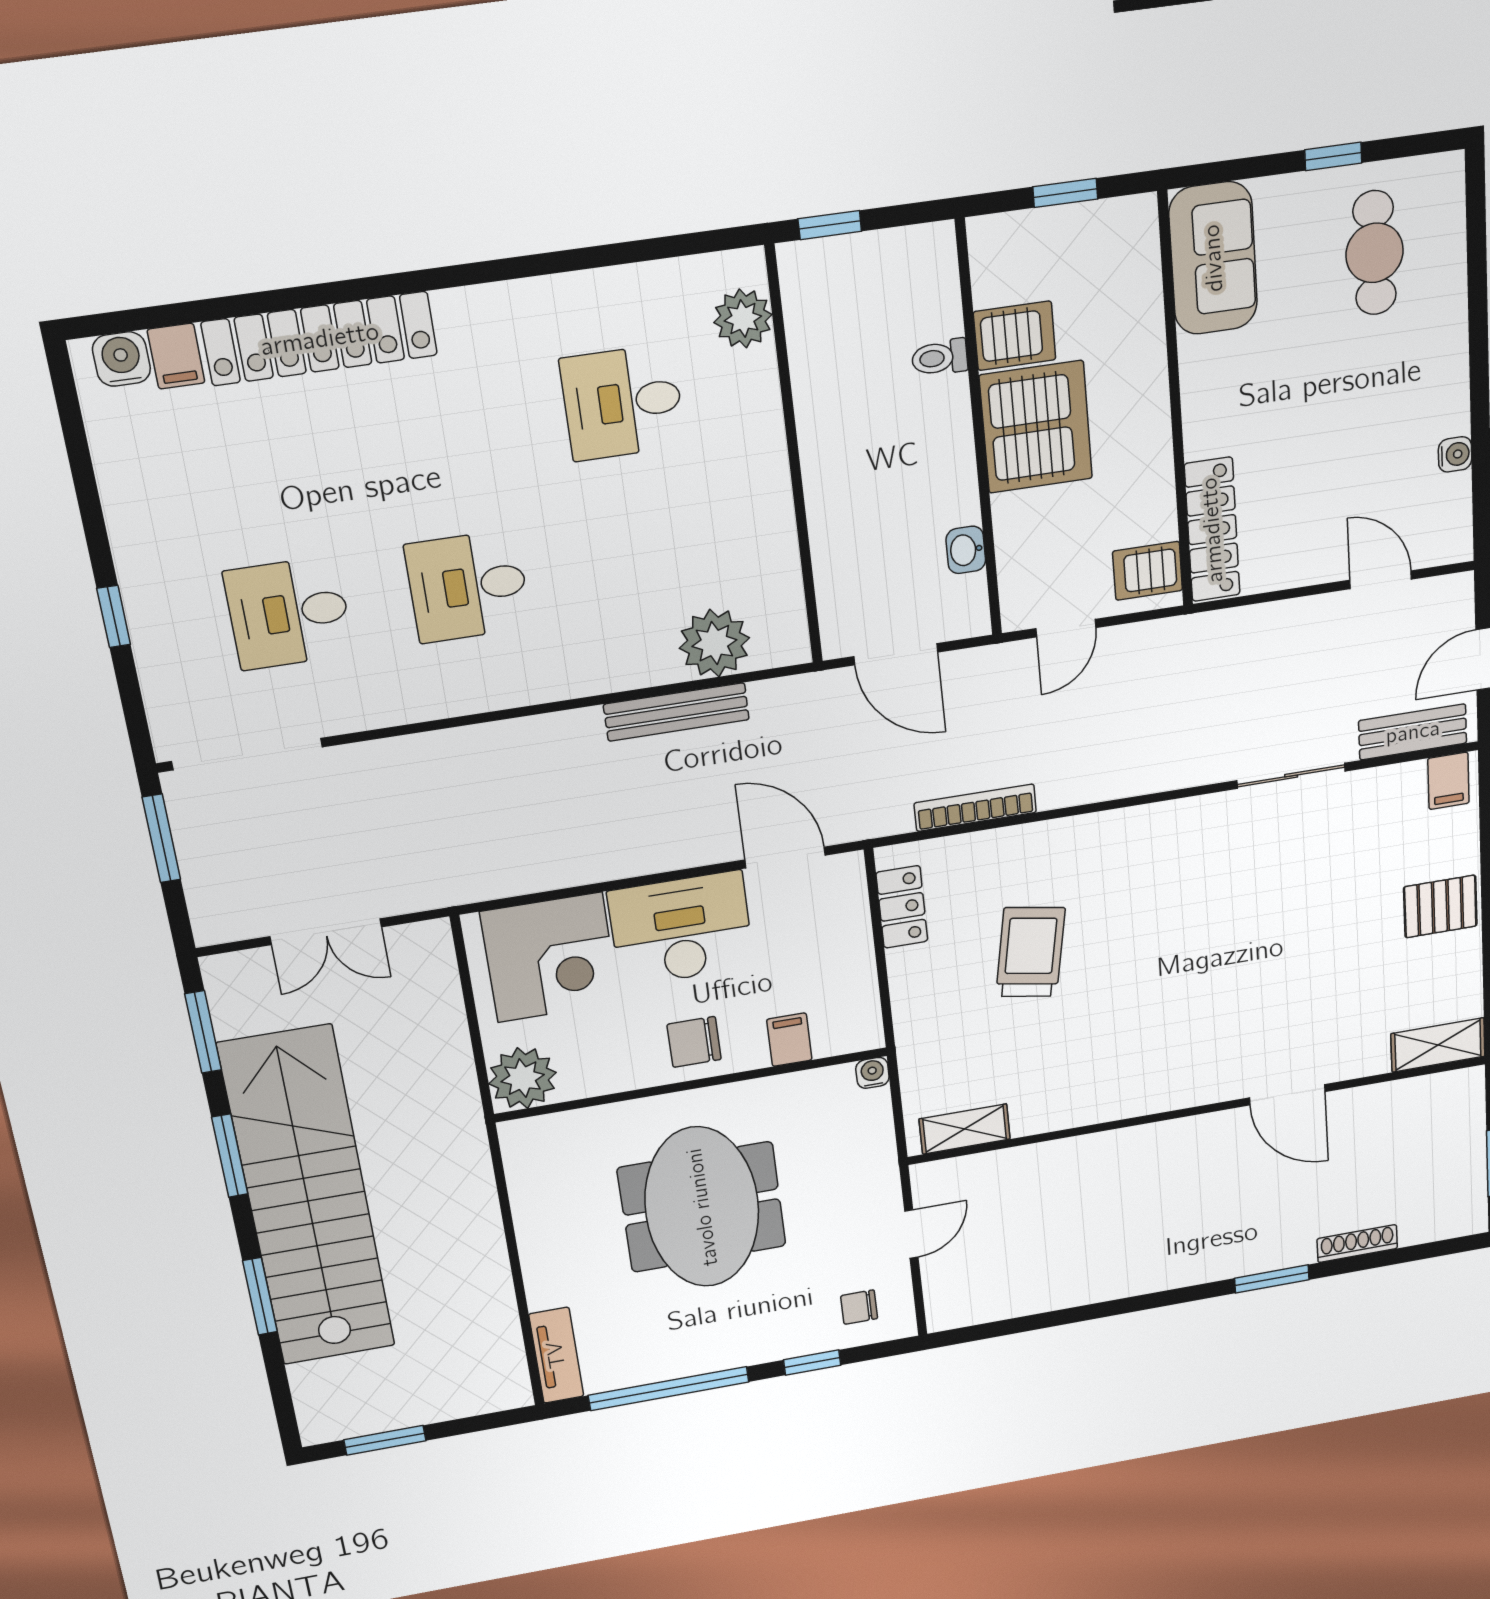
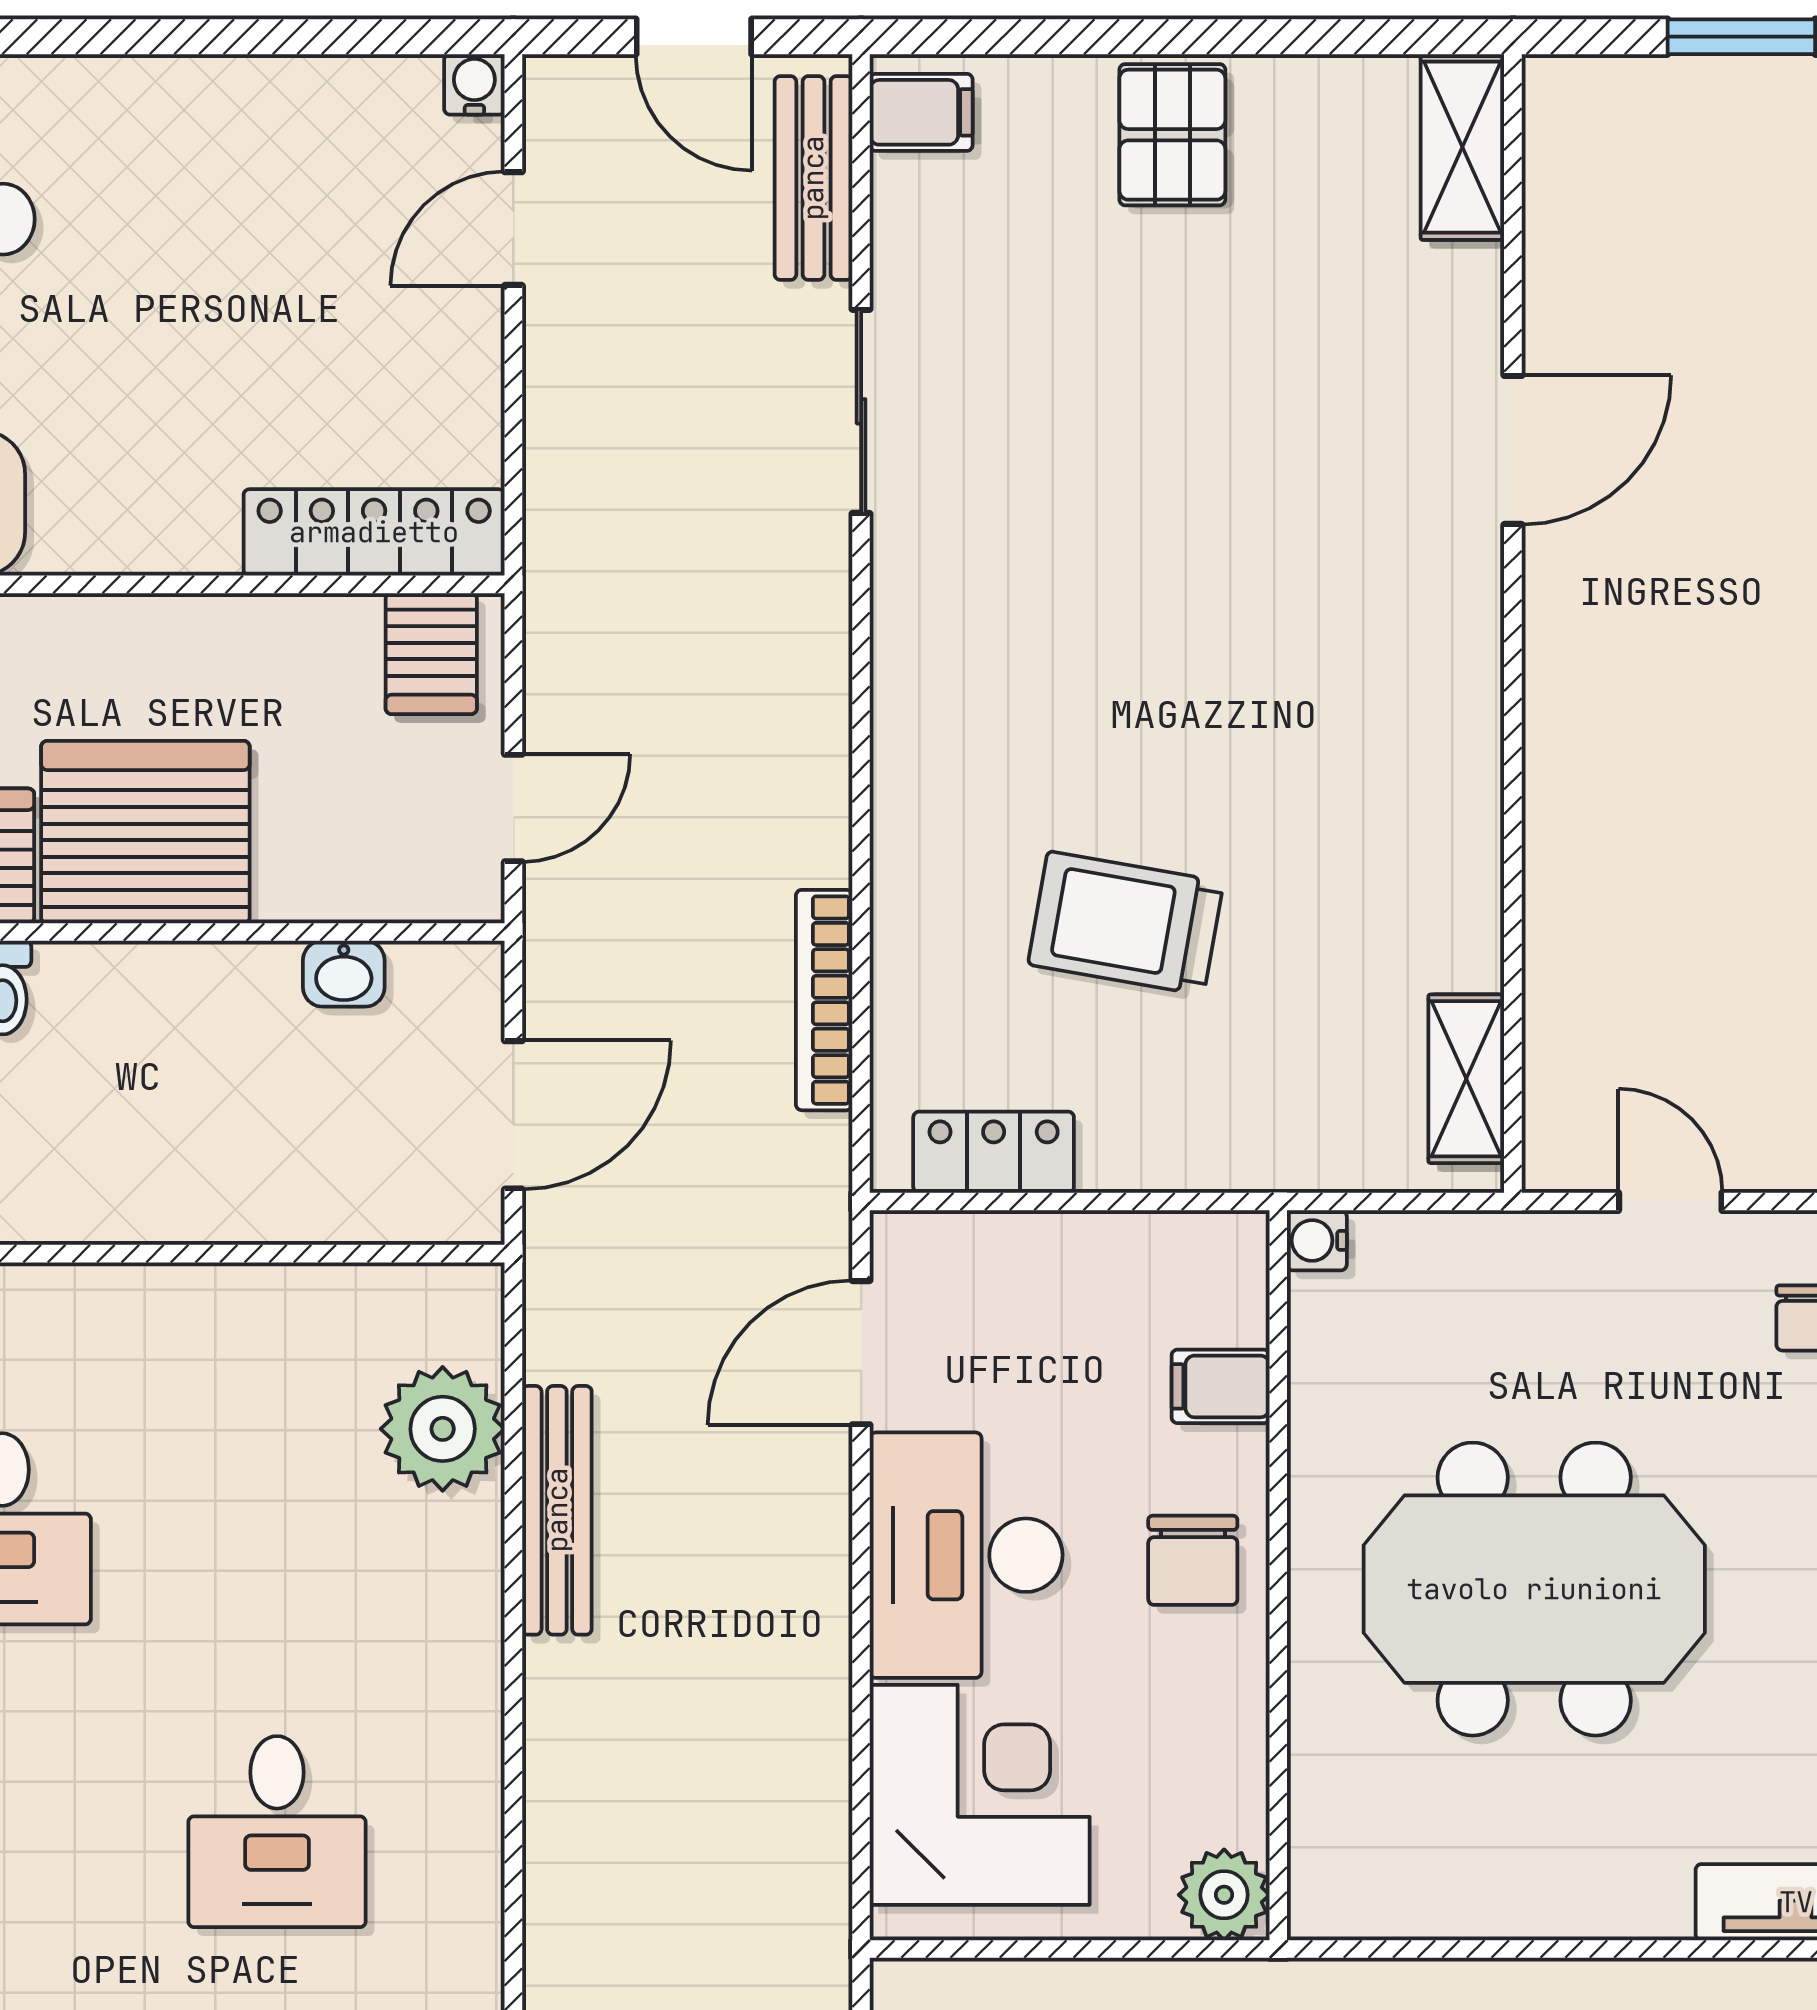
water cooler: (1455, 454) -> (474, 84), moved
door: (1066, 628) -> (513, 808), hinge flipped
plant: (523, 1078) -> (1224, 1895), width x0.73, depth x0.73

